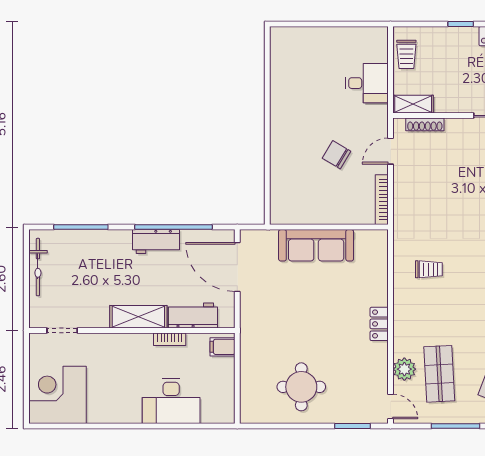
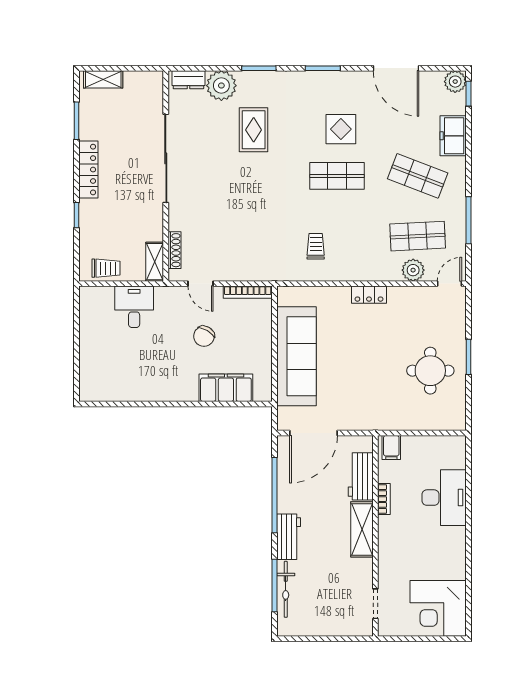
filing cabinet: (284, 177) -> (226, 388), added
workbench: (156, 242) -> (289, 537), moved
sofa: (316, 245) -> (296, 356), width x1.36, depth x1.27
bicycle: (38, 267) -> (286, 589), moved, turned 90
window: (352, 426) -> (469, 357), moved

